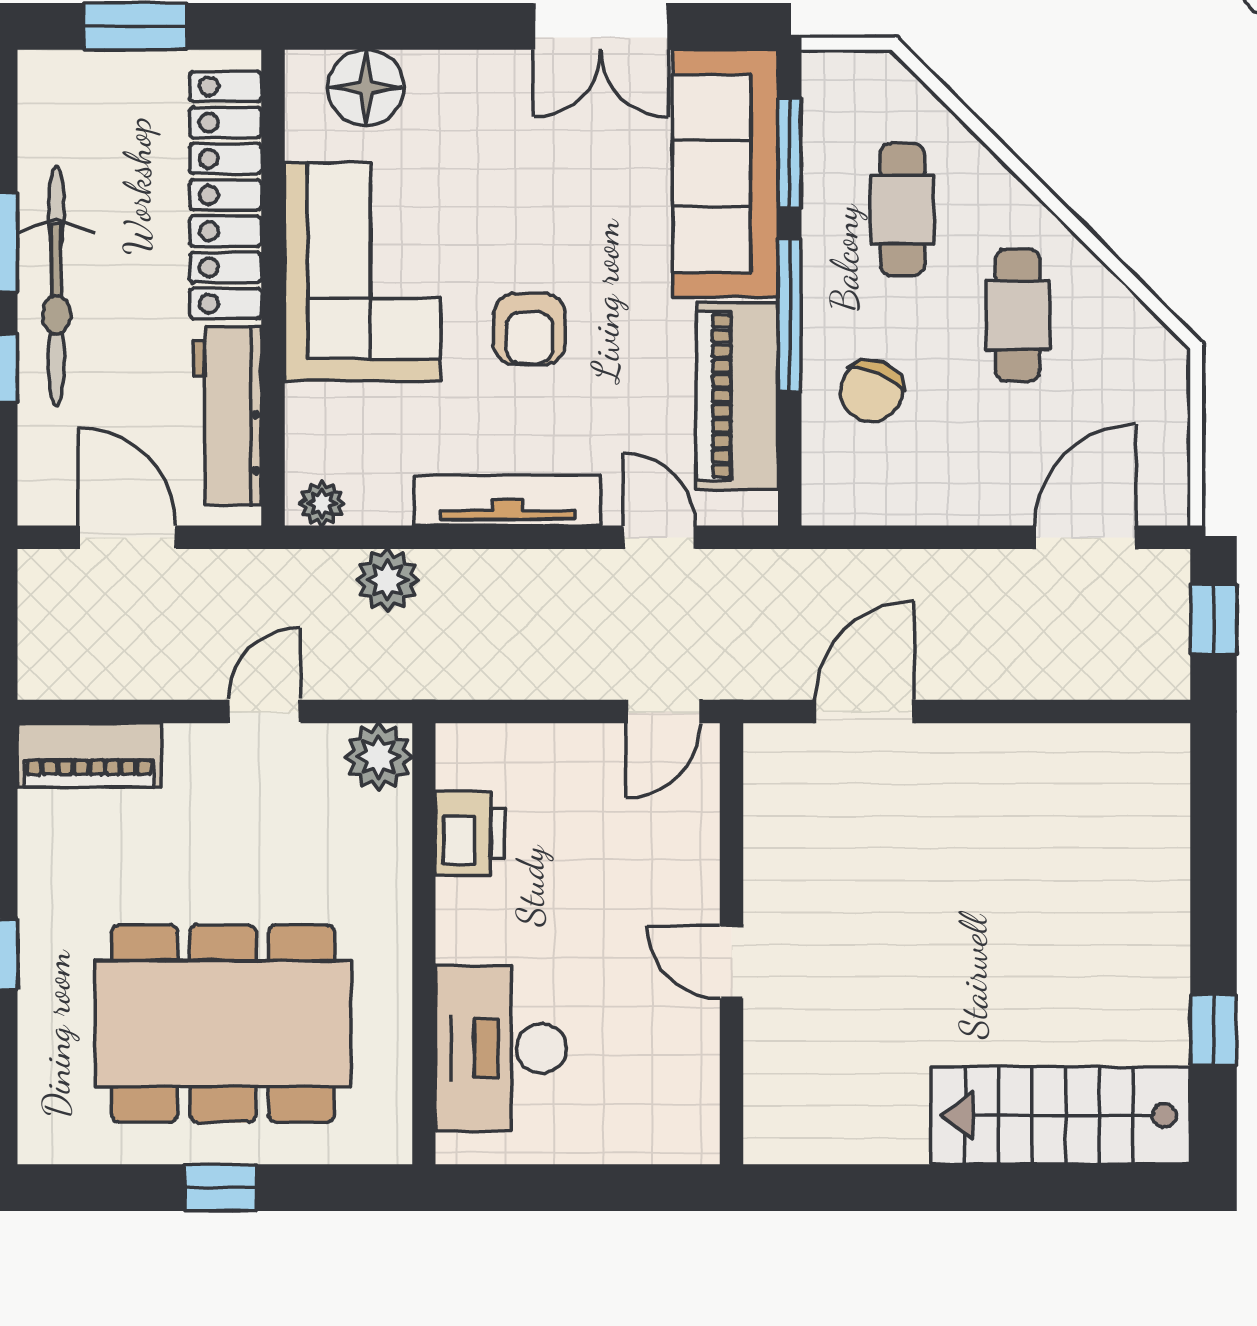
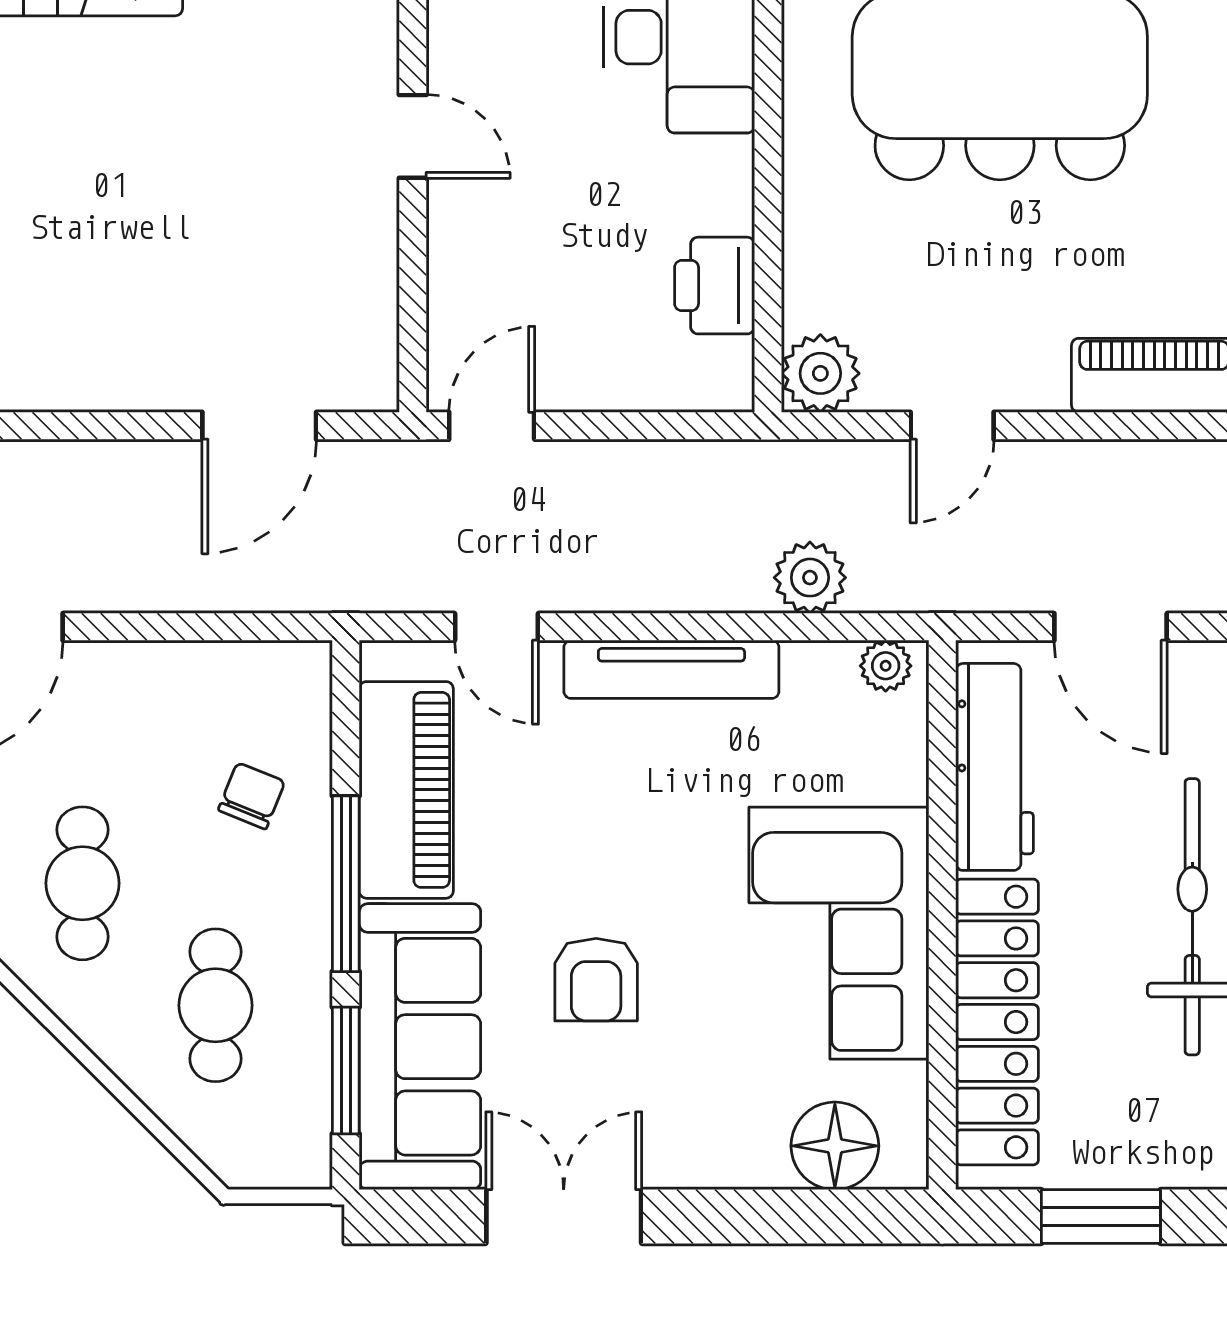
armchair: (529, 329) -> (596, 980), moved, turned 180
chair: (871, 391) -> (252, 796), width x0.73, depth x0.73

